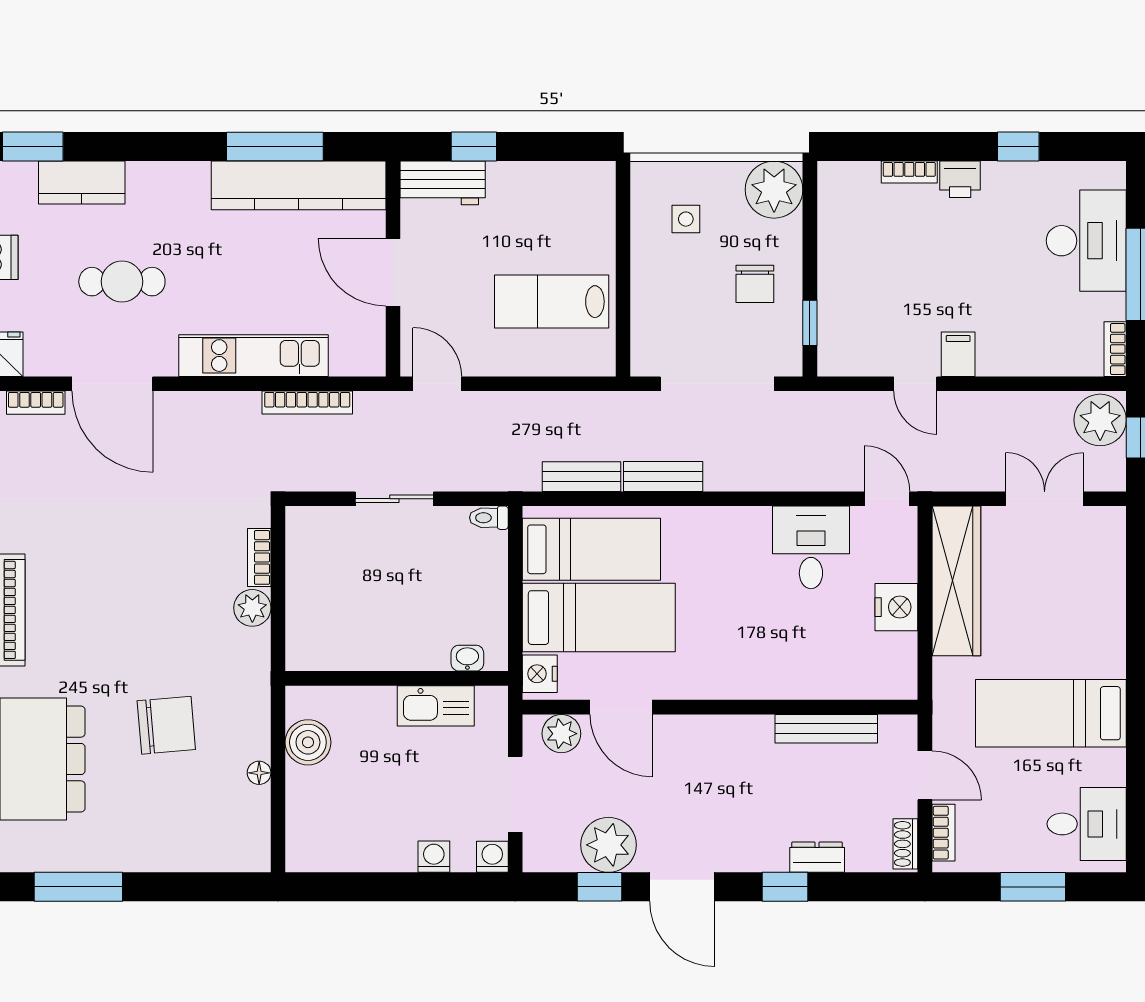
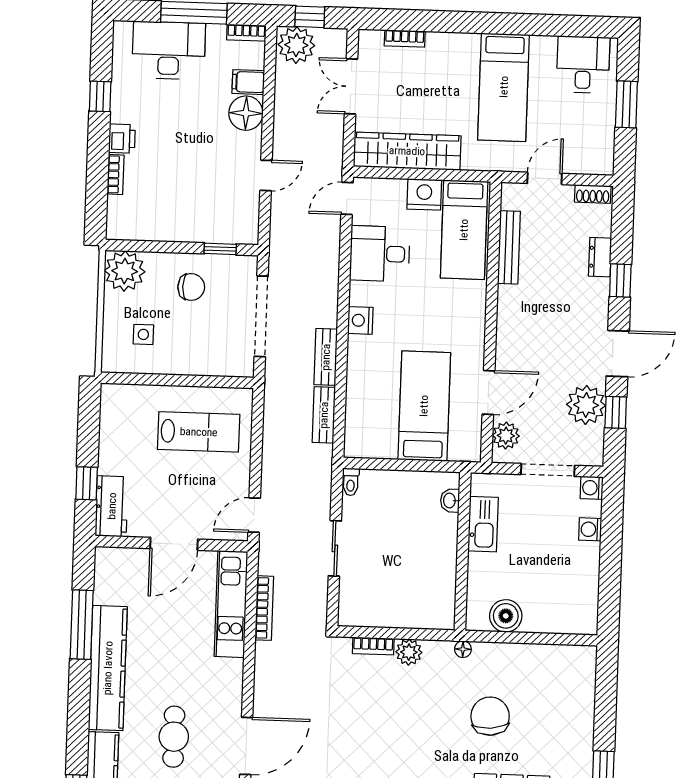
kitchen counter: (299, 185) -> (108, 668), moved
lab bench: (552, 302) -> (199, 432), turned -90
floor lamp: (1002, 352) -> (246, 113), added
filing cabinet: (958, 354) -> (248, 82), moved
kitchen unit: (254, 356) -> (231, 604), moved
bed: (591, 549) -> (464, 230), moved, turned 180
nightstand: (540, 674) -> (360, 320), moved, turned 90
floor lamp: (259, 773) -> (463, 649), moved
bookcase: (943, 833) -> (405, 38), moved, turned 180

